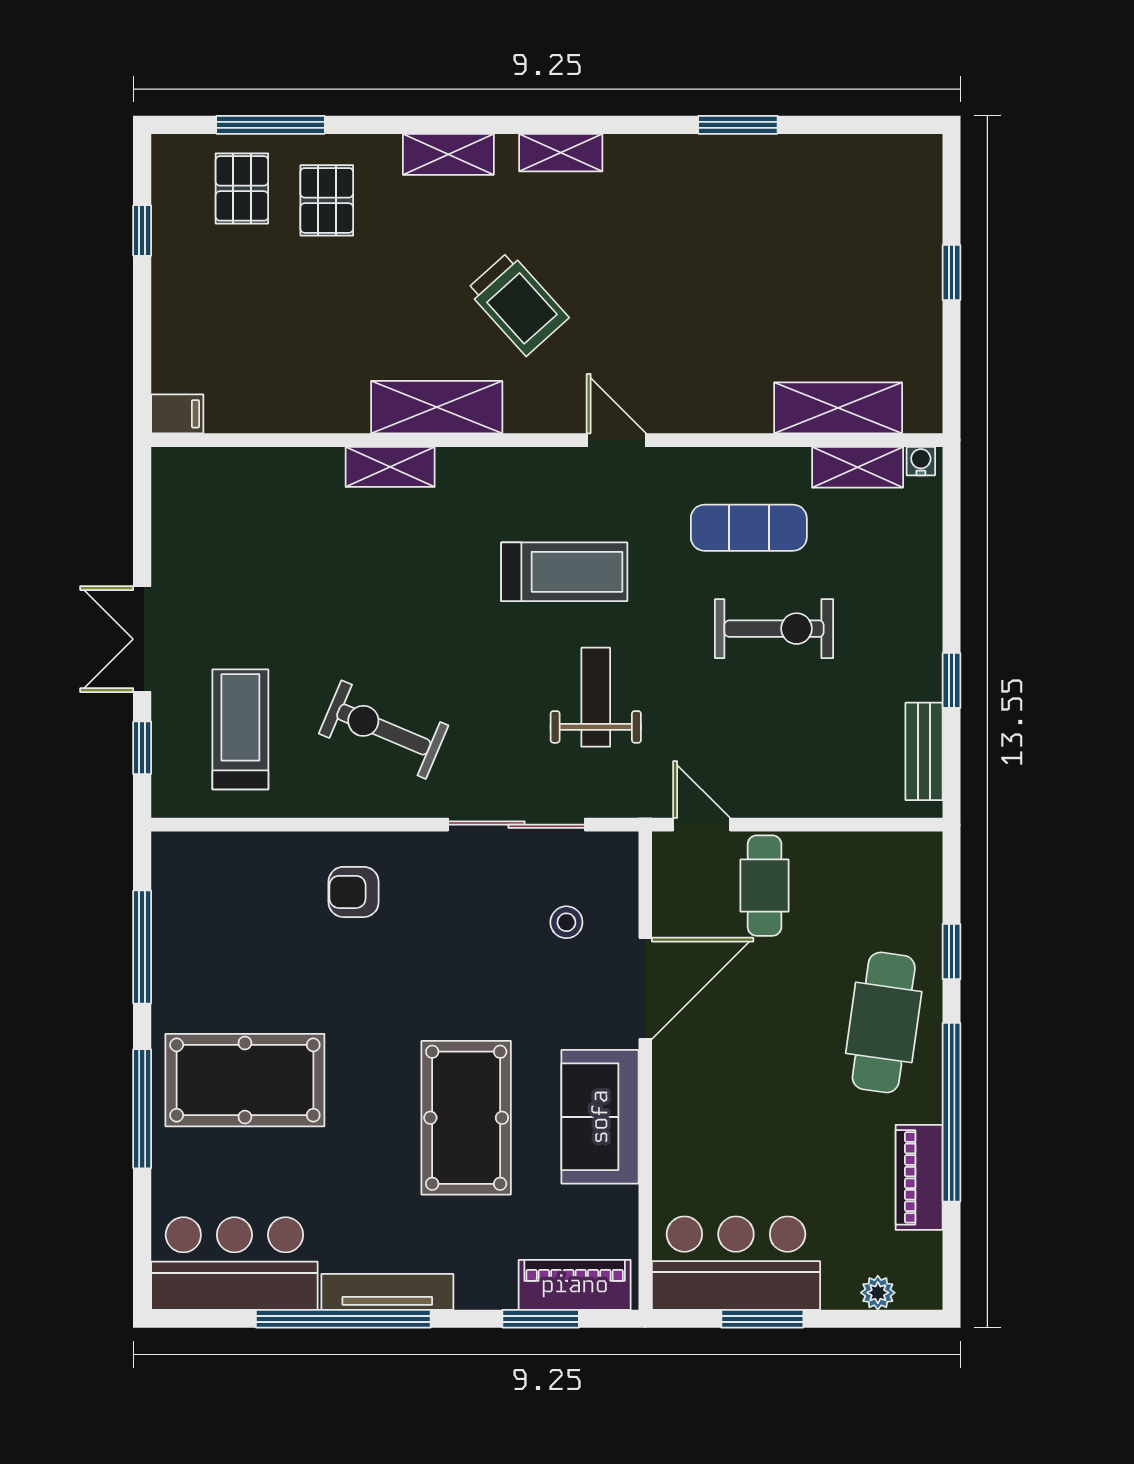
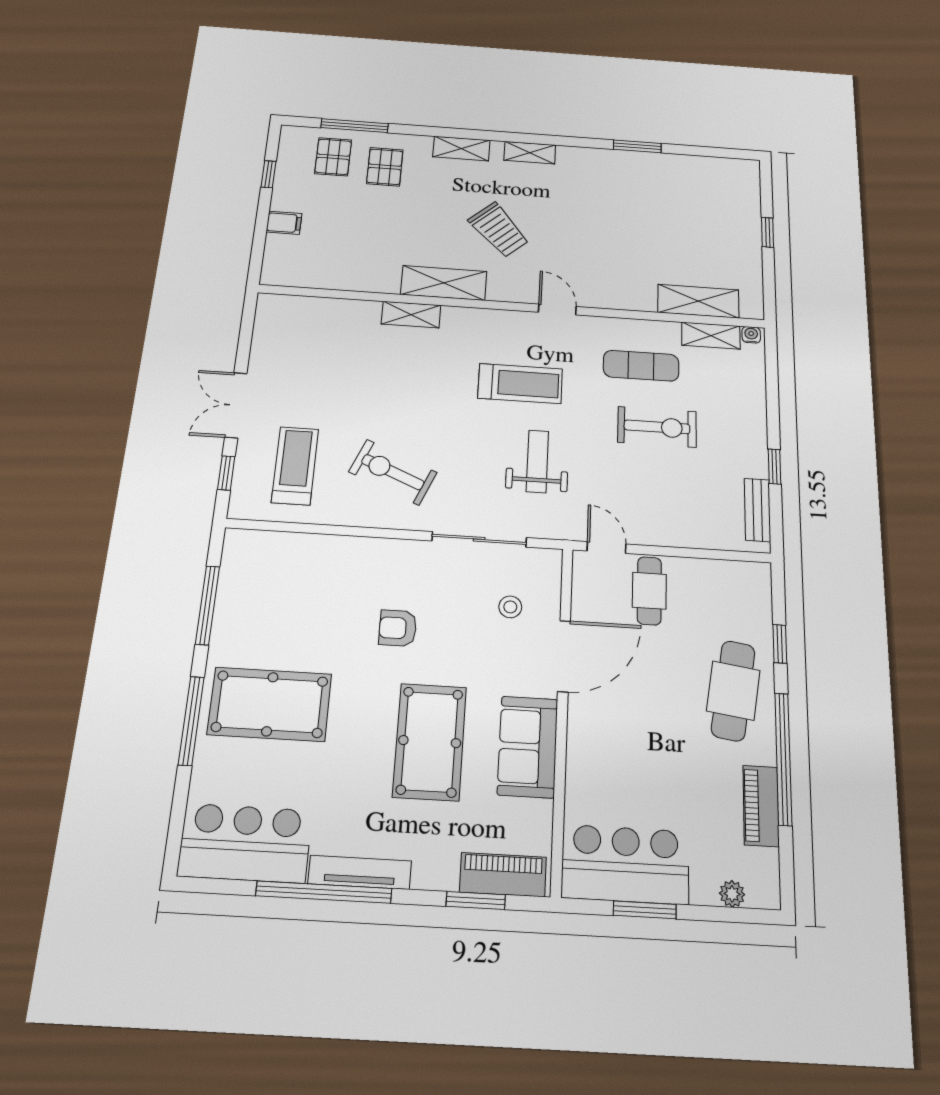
filing cabinet: (177, 414) -> (284, 223), moved
armchair: (354, 892) -> (398, 628), moved

